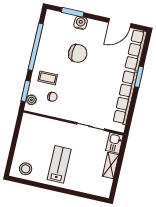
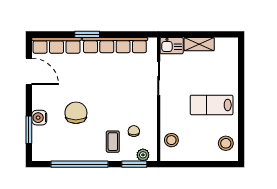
stool: (38, 125) -> (171, 140), added

